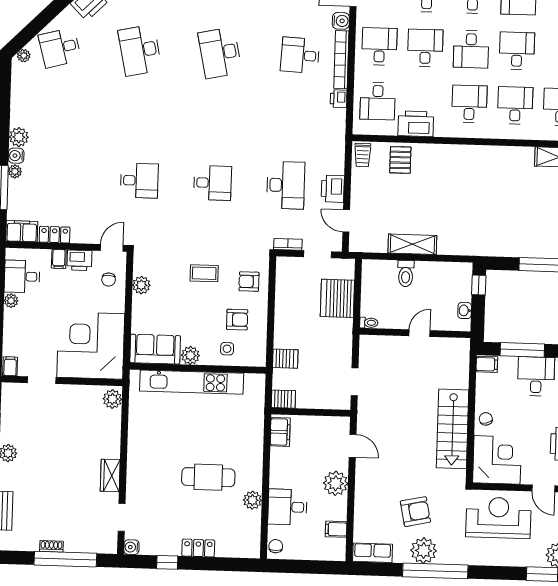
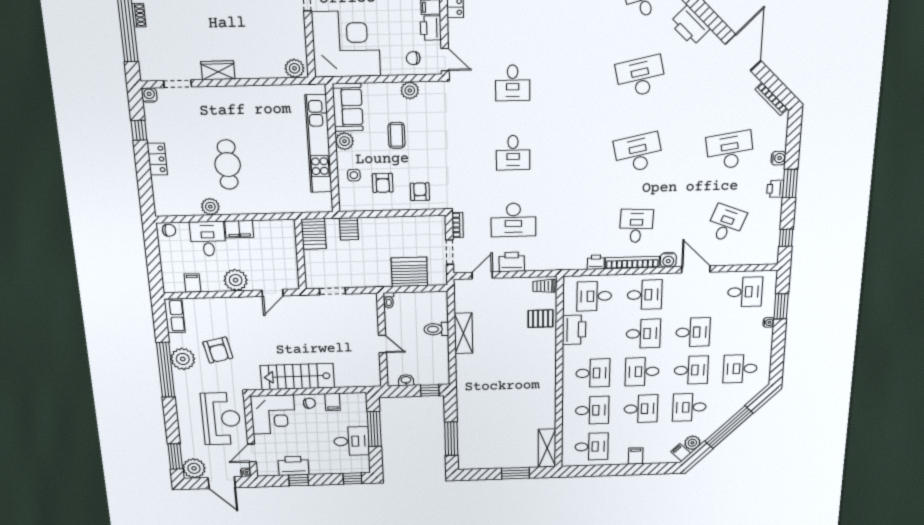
coffee table: (204, 273) -> (397, 135), moved
filing cabinet: (487, 364) -> (333, 402), moved
server rack: (283, 399) -> (314, 234), width x1.36, depth x1.44
filing cabinet: (280, 432) -> (239, 229), moved

